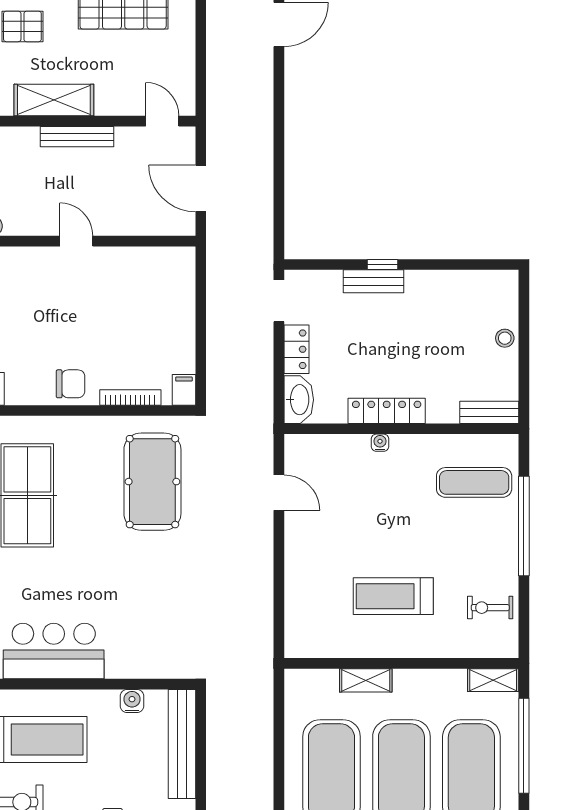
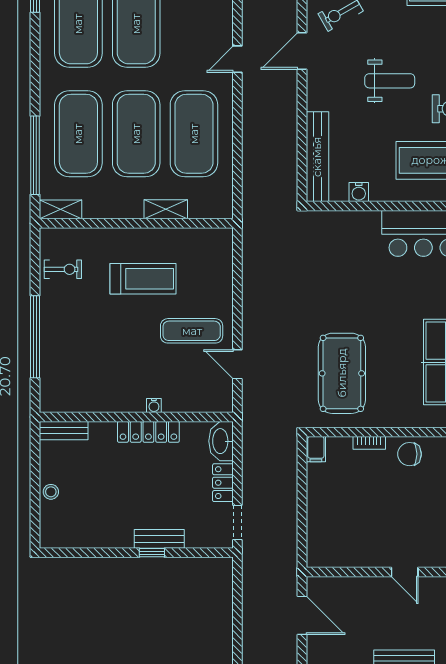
bookcase: (130, 397) -> (369, 443), width x0.64
exercise mat: (474, 482) -> (192, 331), moved

